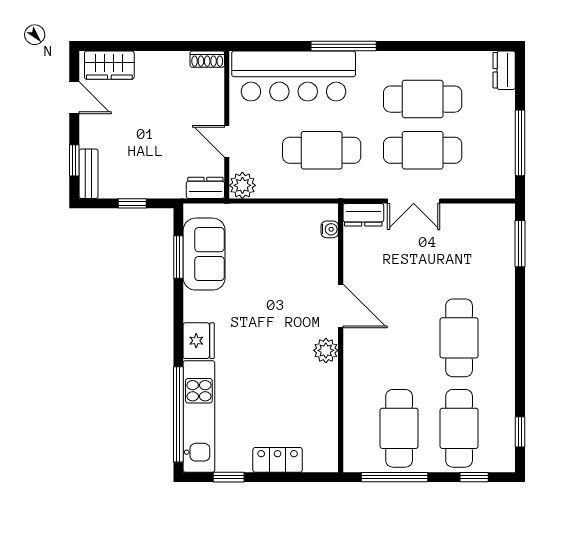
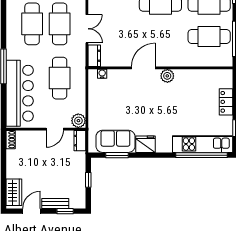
bench: (89, 174) -> (55, 203), moved
fridge: (199, 341) -> (146, 144), moved

